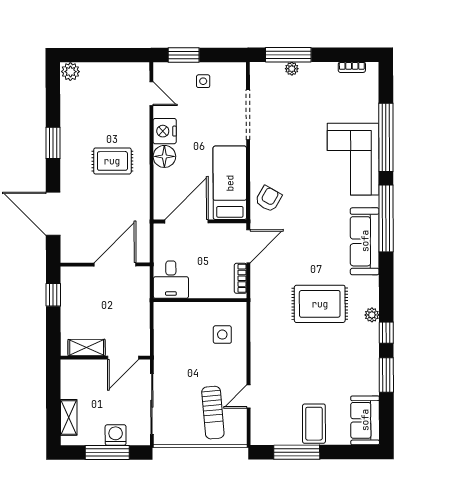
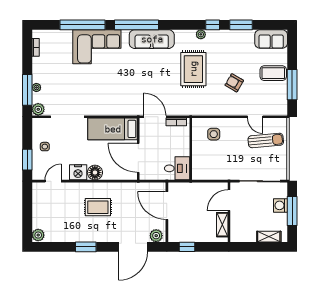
plant: (259, 71) -> (38, 109), added
rug: (112, 161) -> (98, 207), turned 90
armchair: (269, 199) -> (234, 83), moved
plant: (70, 248) -> (156, 236), added
door: (123, 358) -> (229, 200), swing flipped

